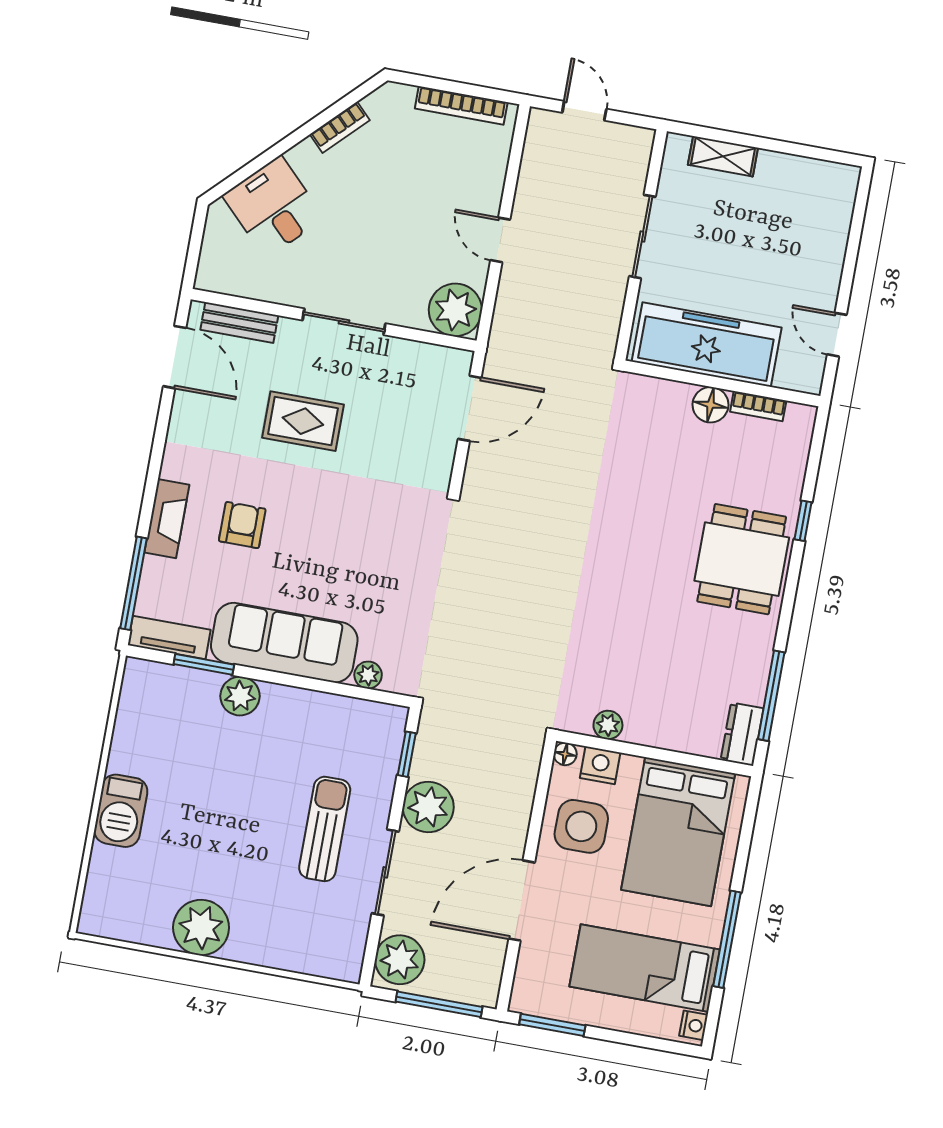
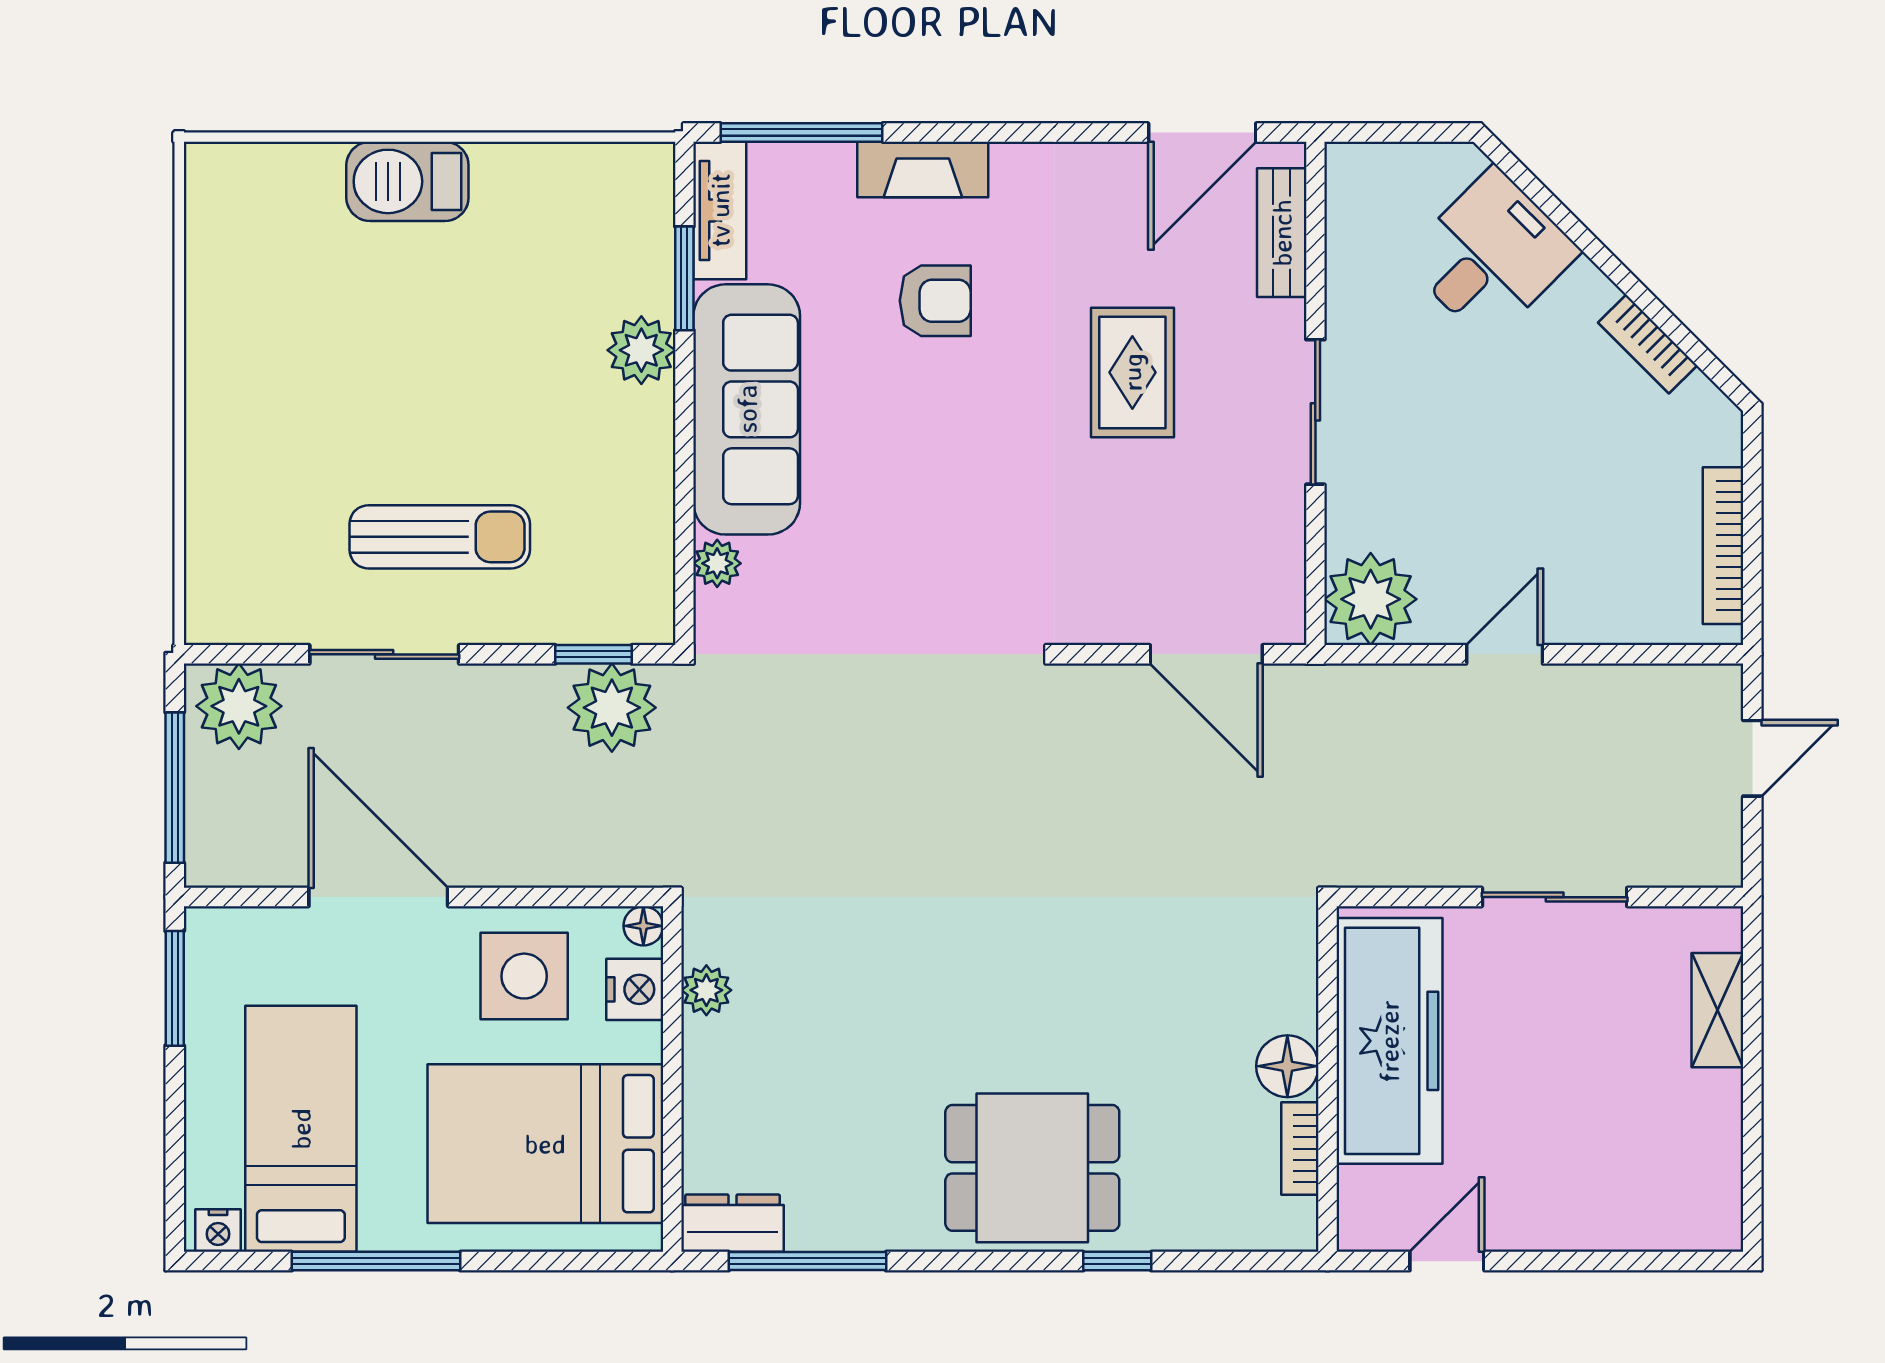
plant: (428, 807) -> (612, 708), moved
plant: (201, 927) -> (232, 355), removed

